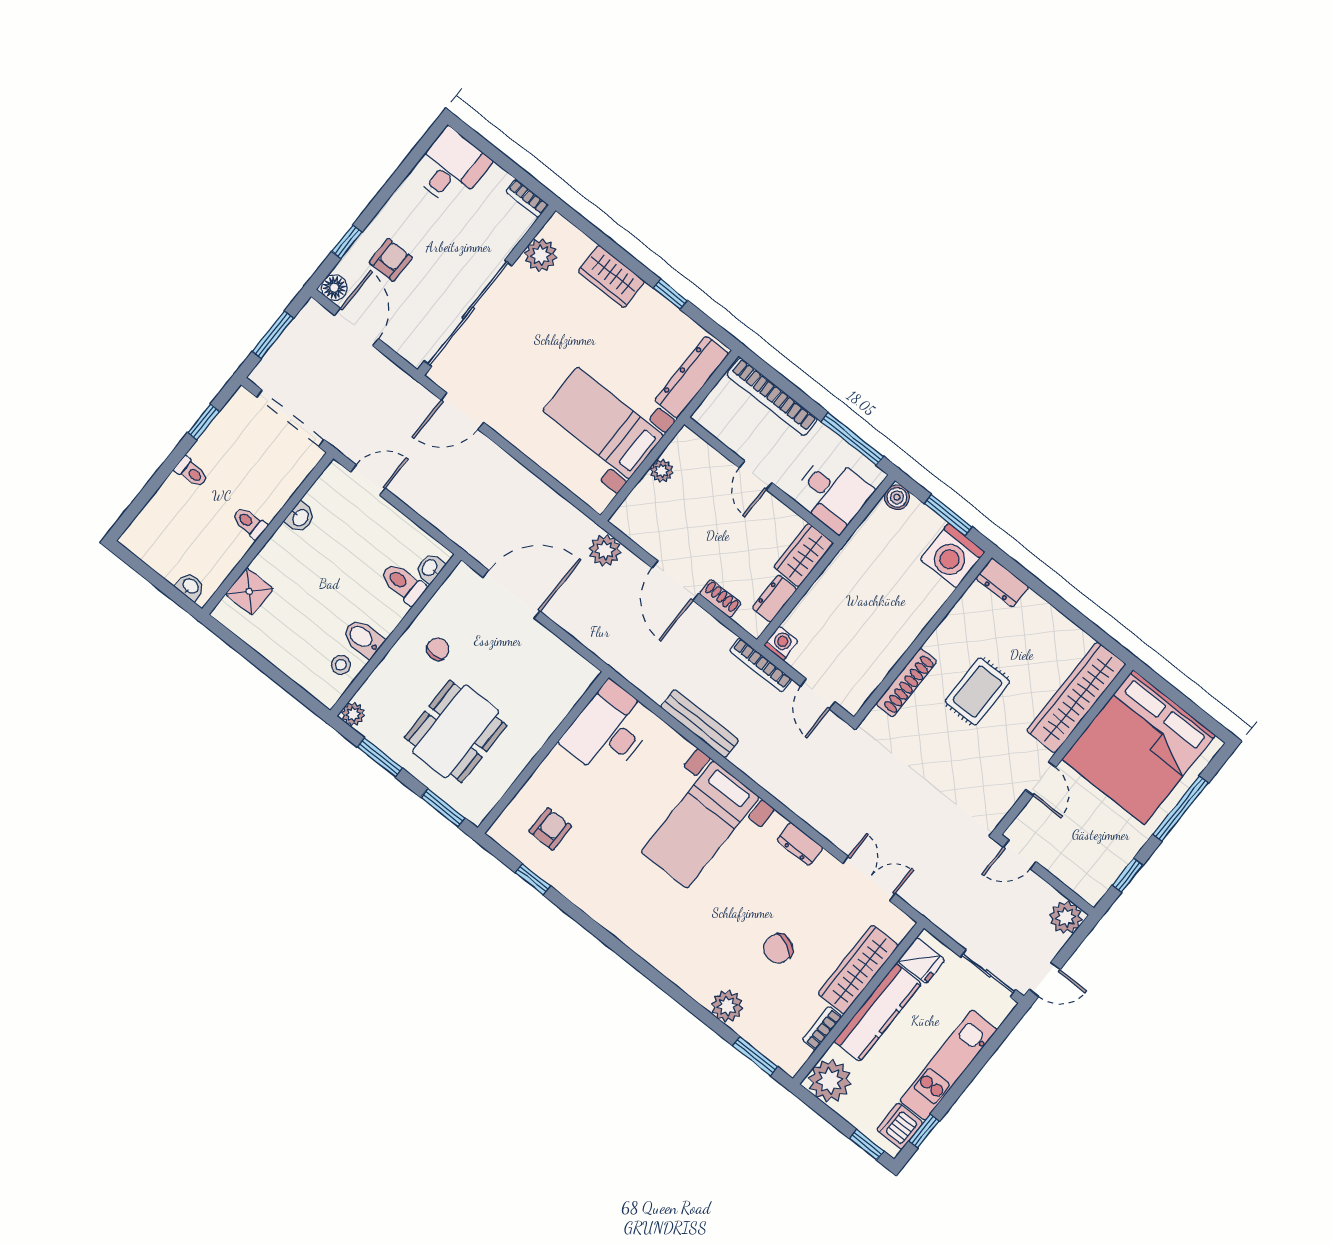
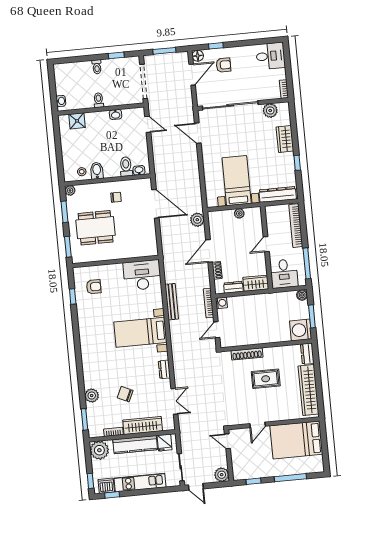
wardrobe: (1076, 697) -> (308, 390), moved, turned -90
bed: (1139, 747) -> (296, 440), width x0.73

